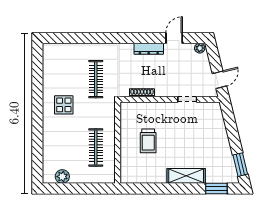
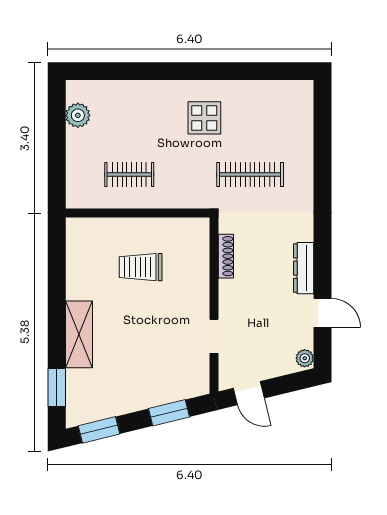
window: (231, 125) -> (169, 413), added
clothes rail: (96, 147) -> (129, 174), width x0.73

